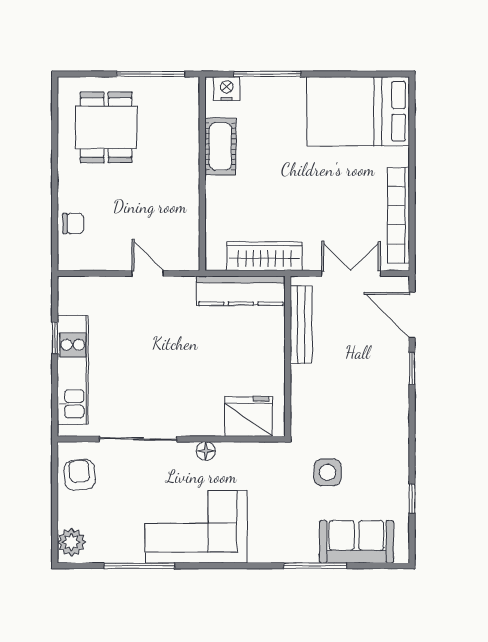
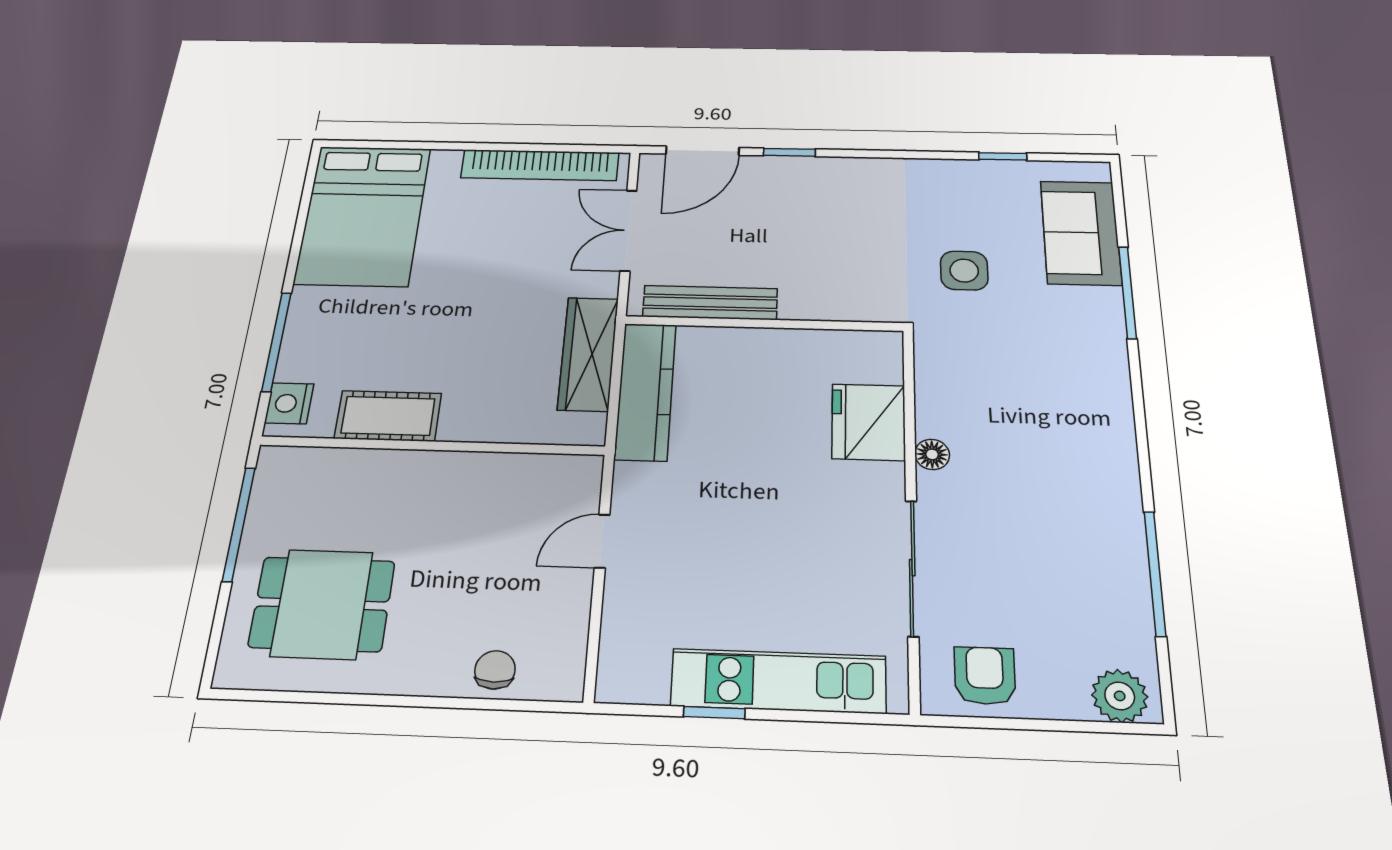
fridge: (249, 416) -> (869, 422), moved
armchair: (80, 475) -> (985, 676), turned 95
corner sofa: (196, 527) -> (1073, 474), removed

